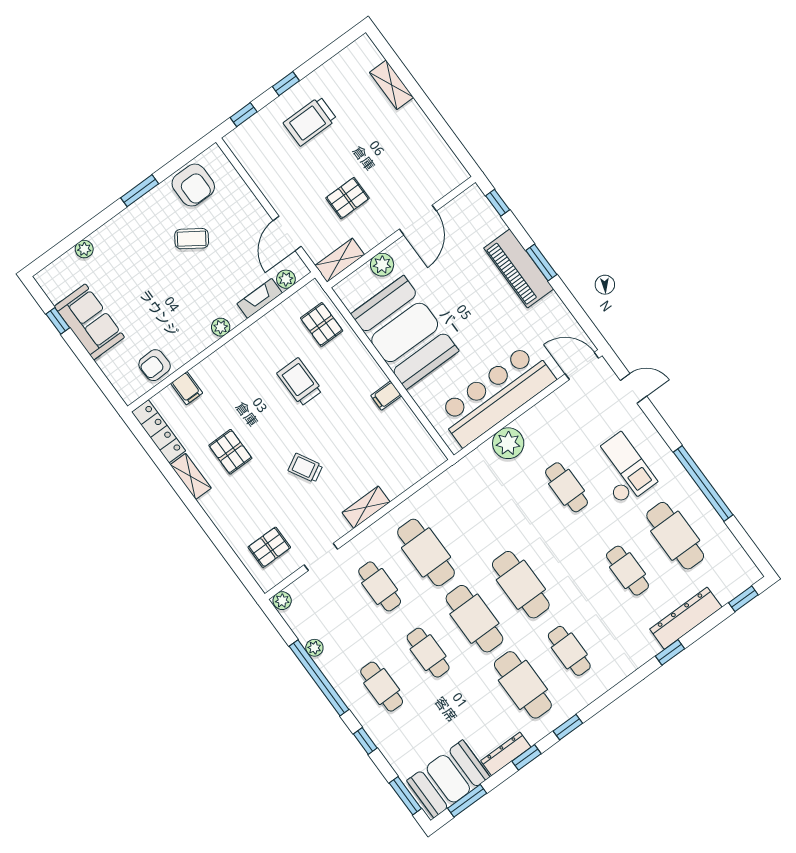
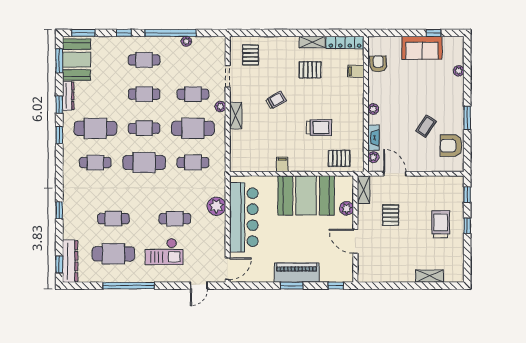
cafe table: (472, 519) -> (193, 163), added
plant: (282, 601) -> (220, 107), moved
dresser: (686, 618) -> (70, 261), moved
cafe table: (474, 619) -> (144, 128), width x0.73, depth x0.74

